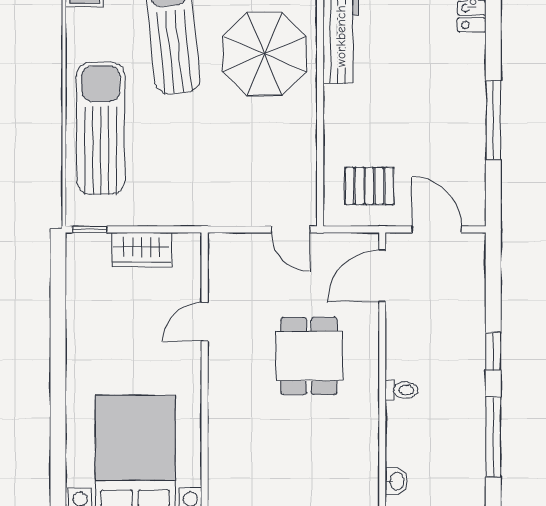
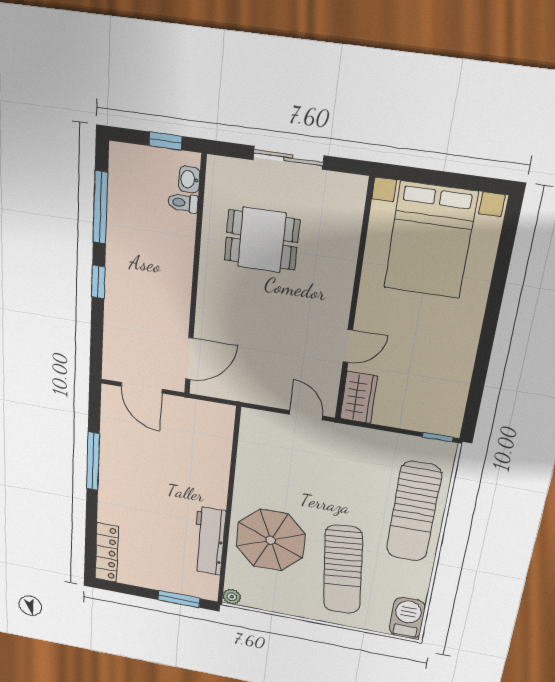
pallet: (369, 186) -> (195, 430), removed
door: (291, 229) -> (306, 415), moved
wardrobe: (141, 250) -> (359, 397), moved, turned 90
dining table: (309, 356) -> (262, 240), moved, turned 90
toilet: (401, 390) -> (183, 203), moved

